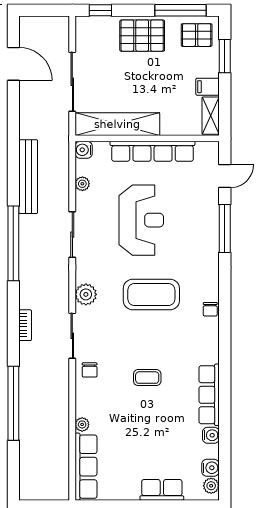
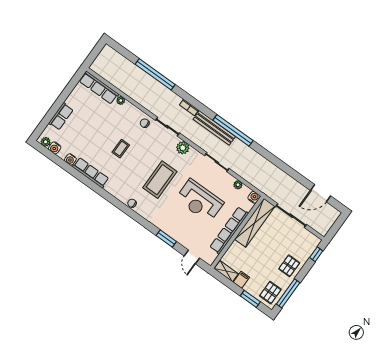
pallet: (142, 36) -> (289, 266), width x0.67, depth x0.71
bench: (28, 177) -> (214, 128), moved
window: (225, 229) -> (166, 238), width x0.69

